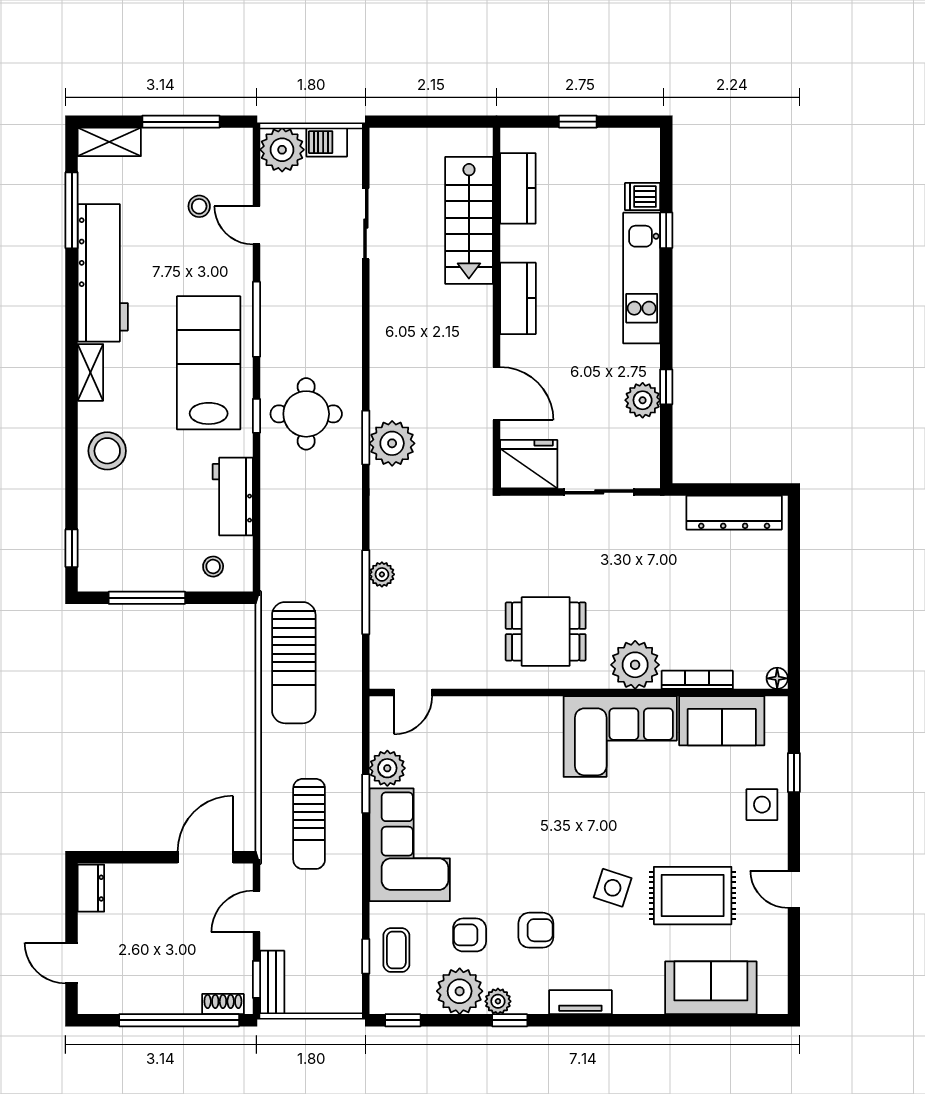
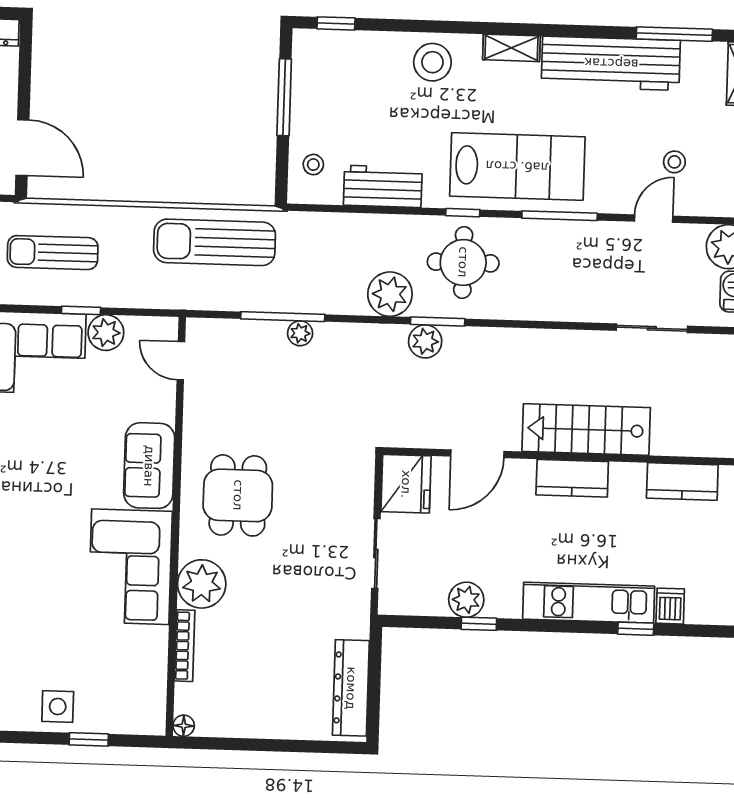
stairs: (469, 220) -> (586, 430), moved
plant: (392, 443) -> (425, 341), width x0.73, depth x0.73
plant: (340, 486) -> (390, 294), added
sofa: (722, 721) -> (149, 466), moved

